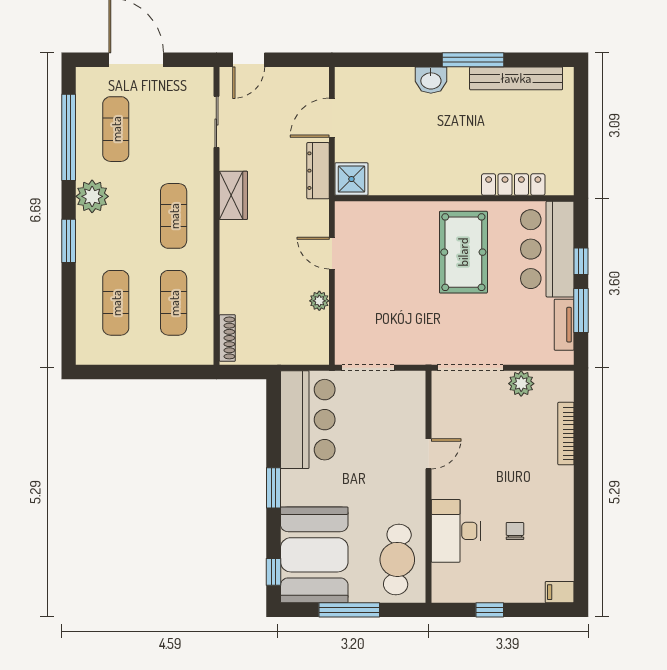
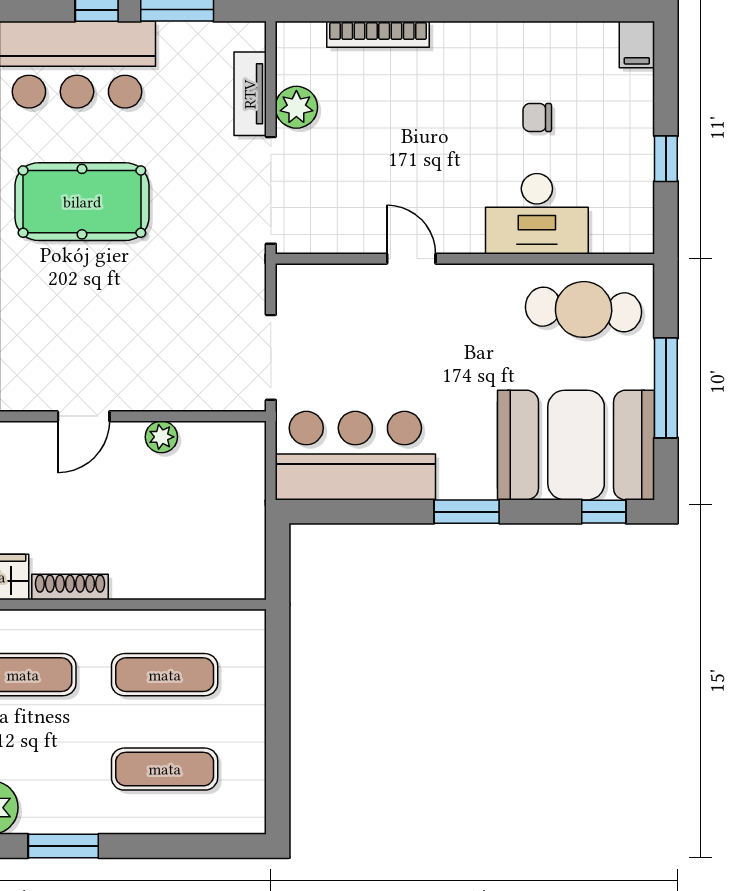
tv unit: (564, 325) -> (250, 94), moved, turned 90
shoe rack: (227, 338) -> (70, 587), moved

